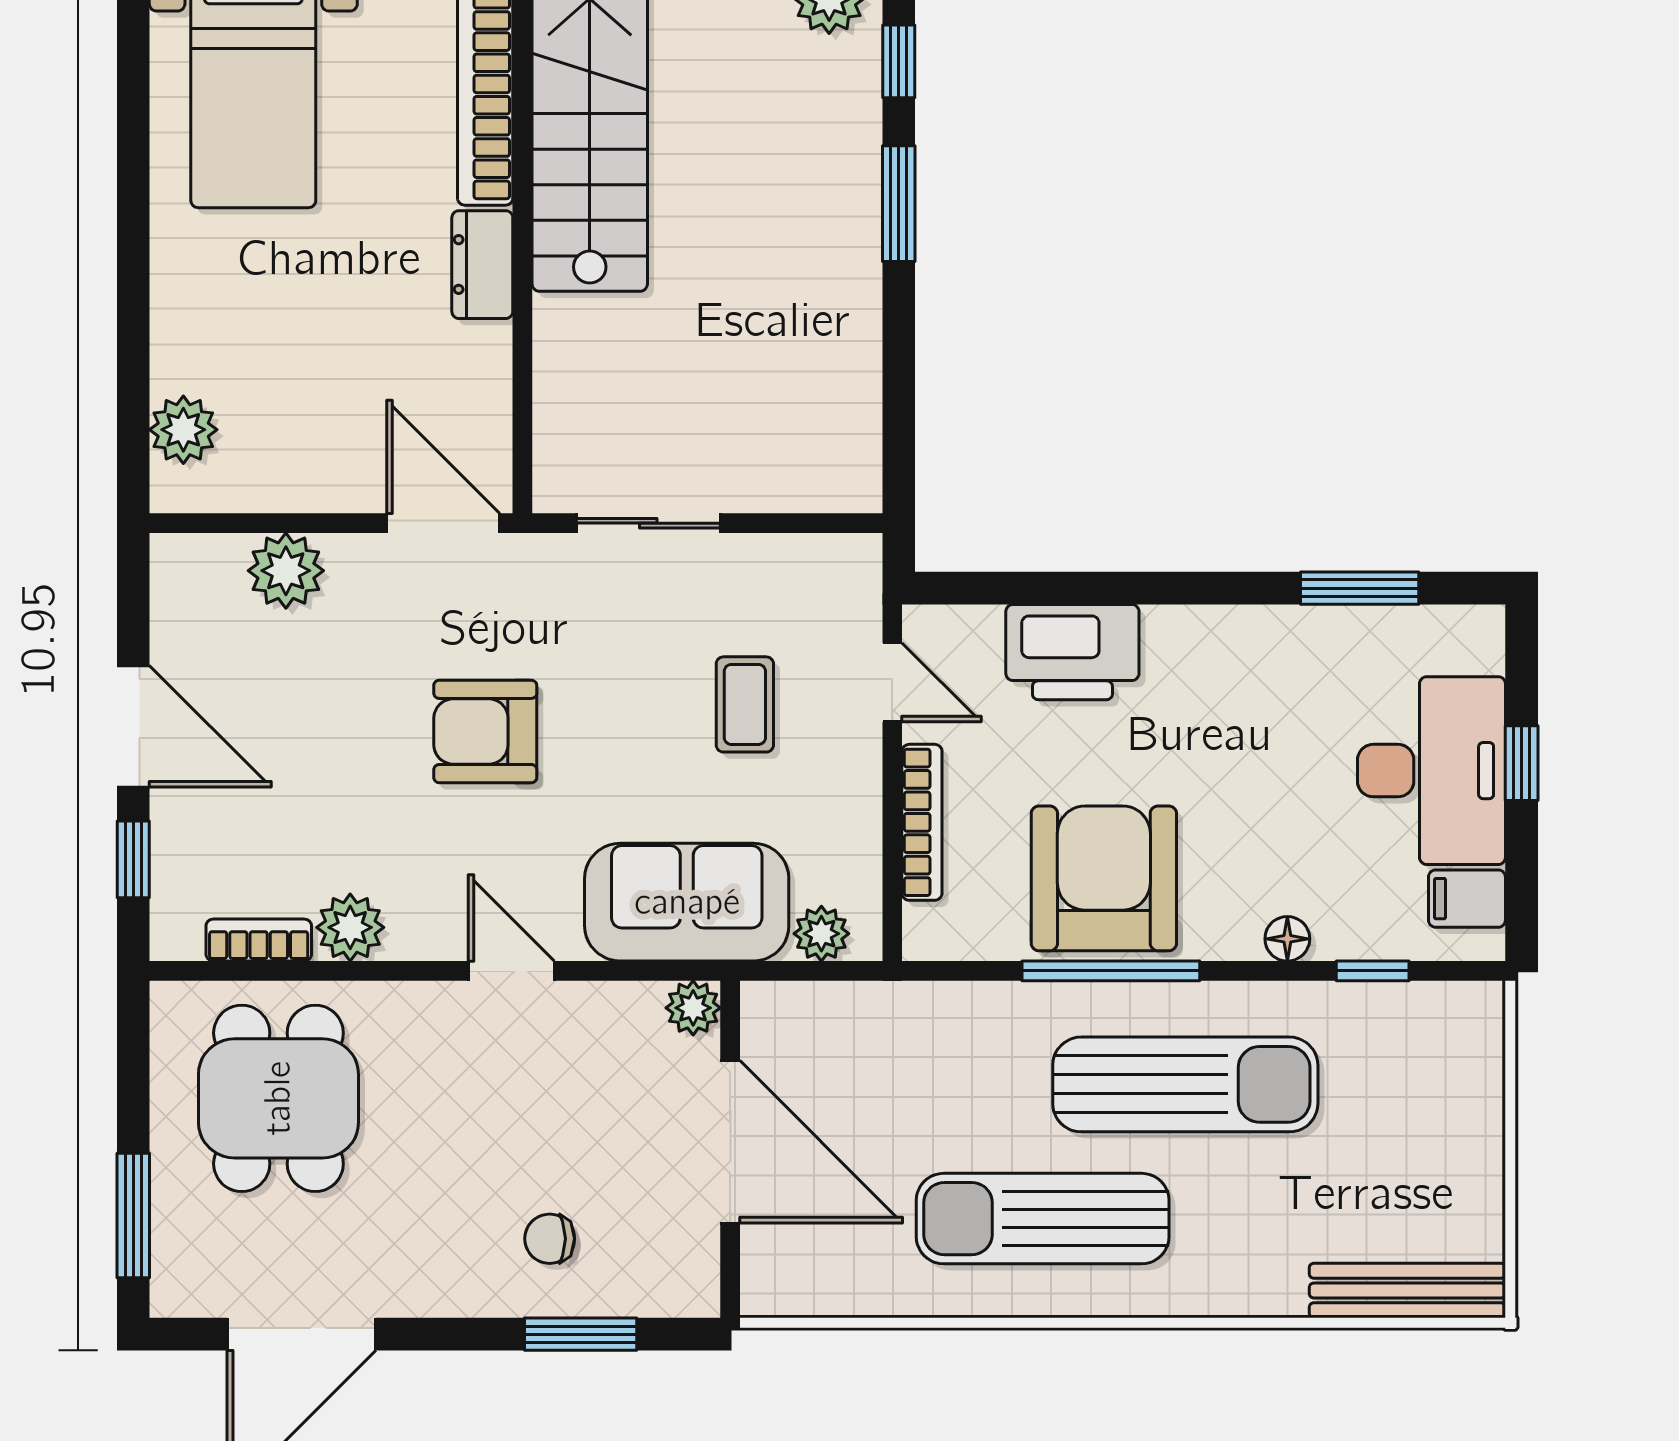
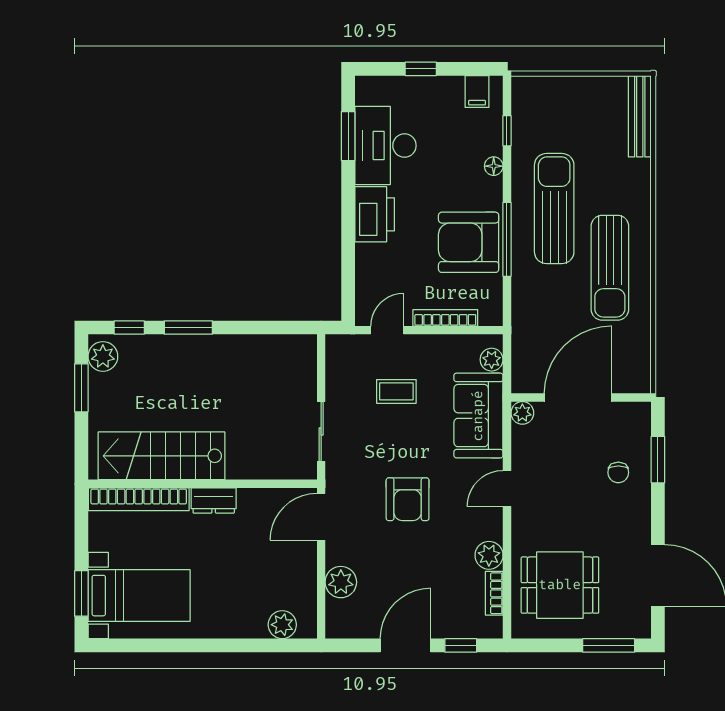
printer: (1072, 652) -> (375, 214), moved
desk: (1431, 771) -> (385, 146), moved, turned -90

